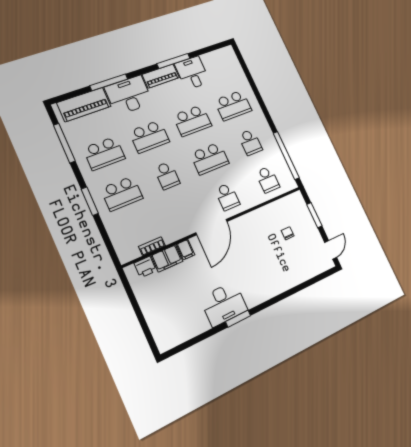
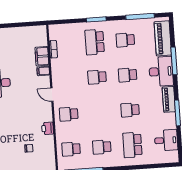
desk: (192, 73) -> (166, 140), moved
school desk: (192, 121) -> (130, 110), width x0.54
school desk: (149, 137) -> (128, 75), width x0.54
school desk: (104, 153) -> (125, 40), width x0.54
school desk: (210, 158) -> (99, 112), removed
door: (211, 227) -> (52, 95), width x0.53
printer: (145, 267) -> (48, 128), moved

